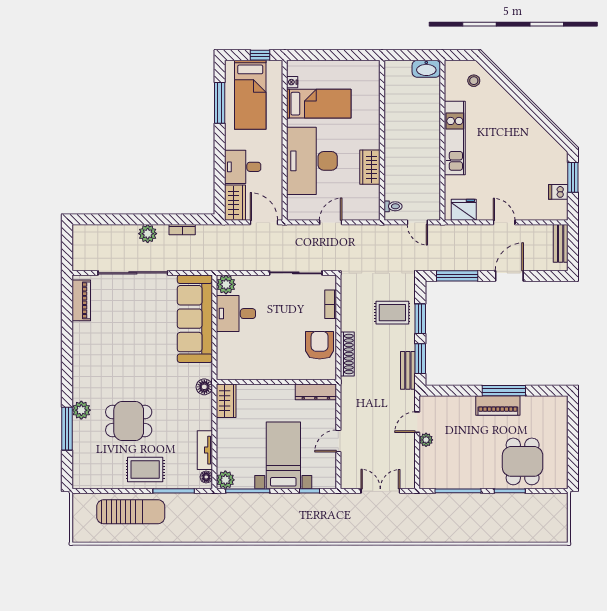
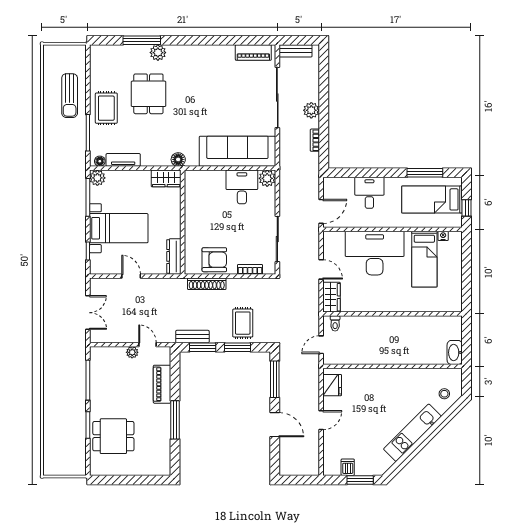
kitchen unit: (455, 138) -> (412, 433), moved, turned 135
wardrobe: (370, 167) -> (332, 297), moved, turned 90
wardrobe: (235, 203) -> (338, 186), removed
bench: (561, 243) -> (295, 51), moved
piano: (498, 405) -> (162, 384), moved
sun lounger: (131, 512) -> (70, 96), width x0.73, depth x0.75

